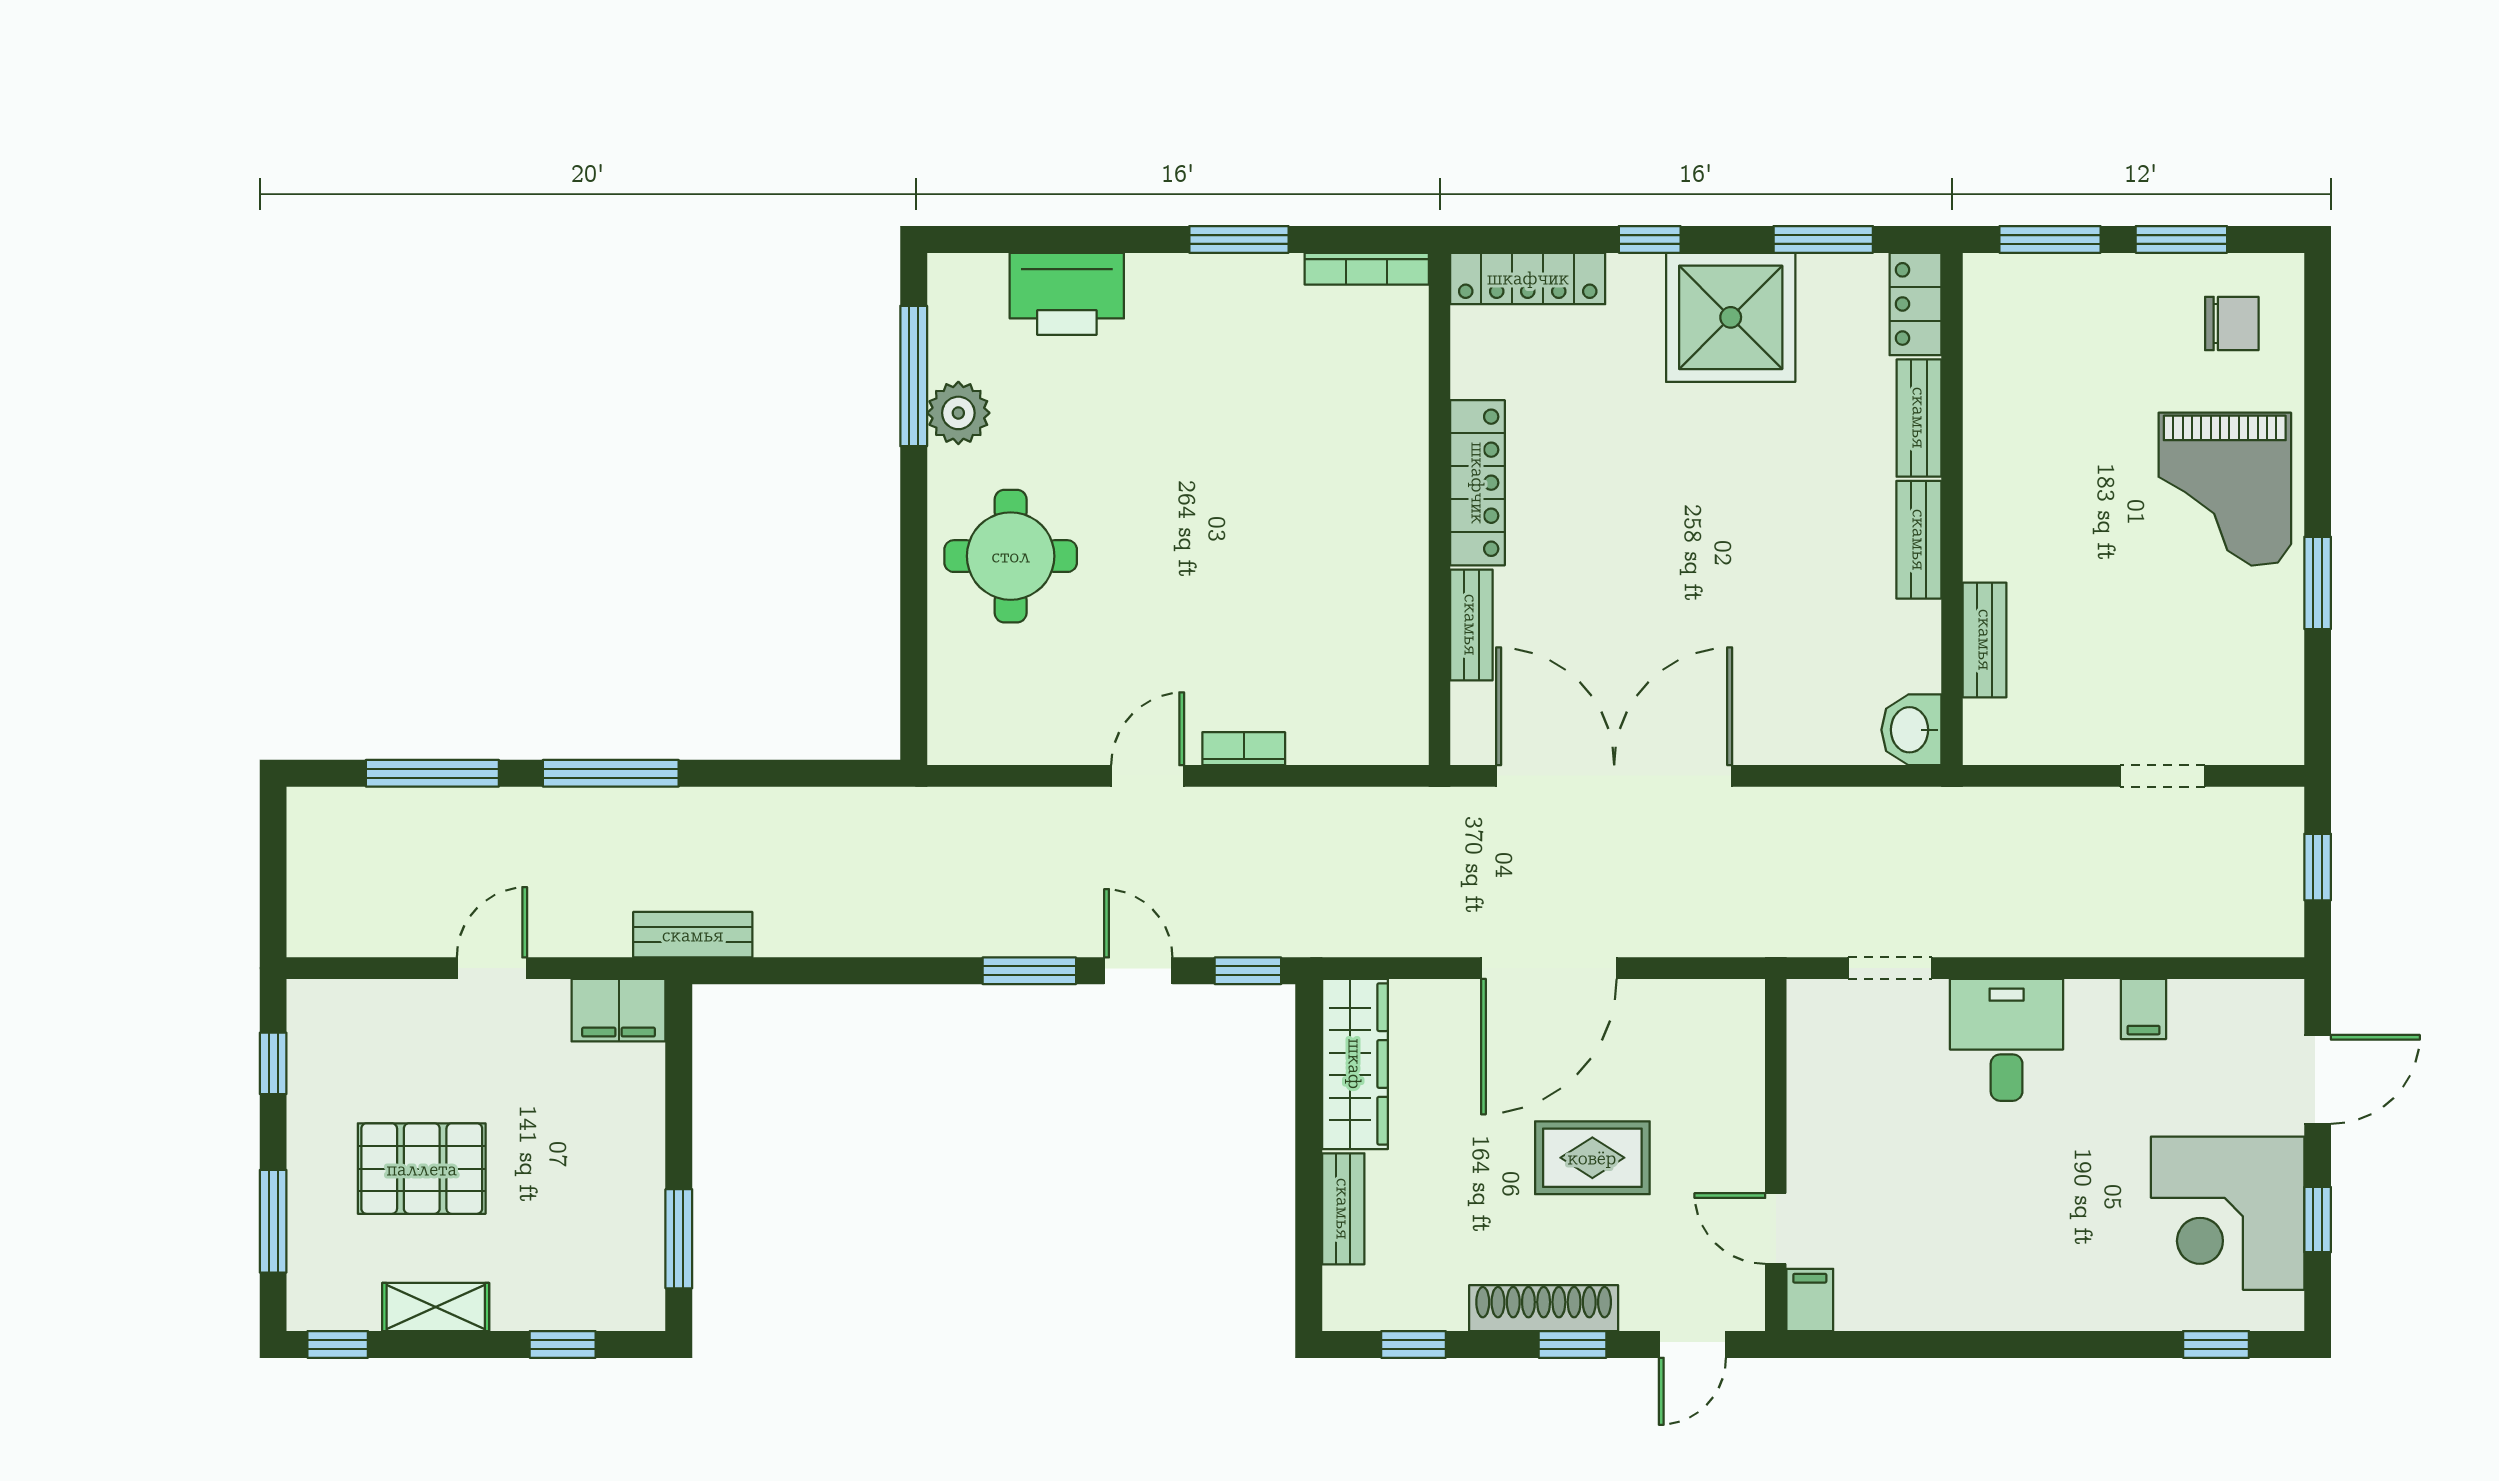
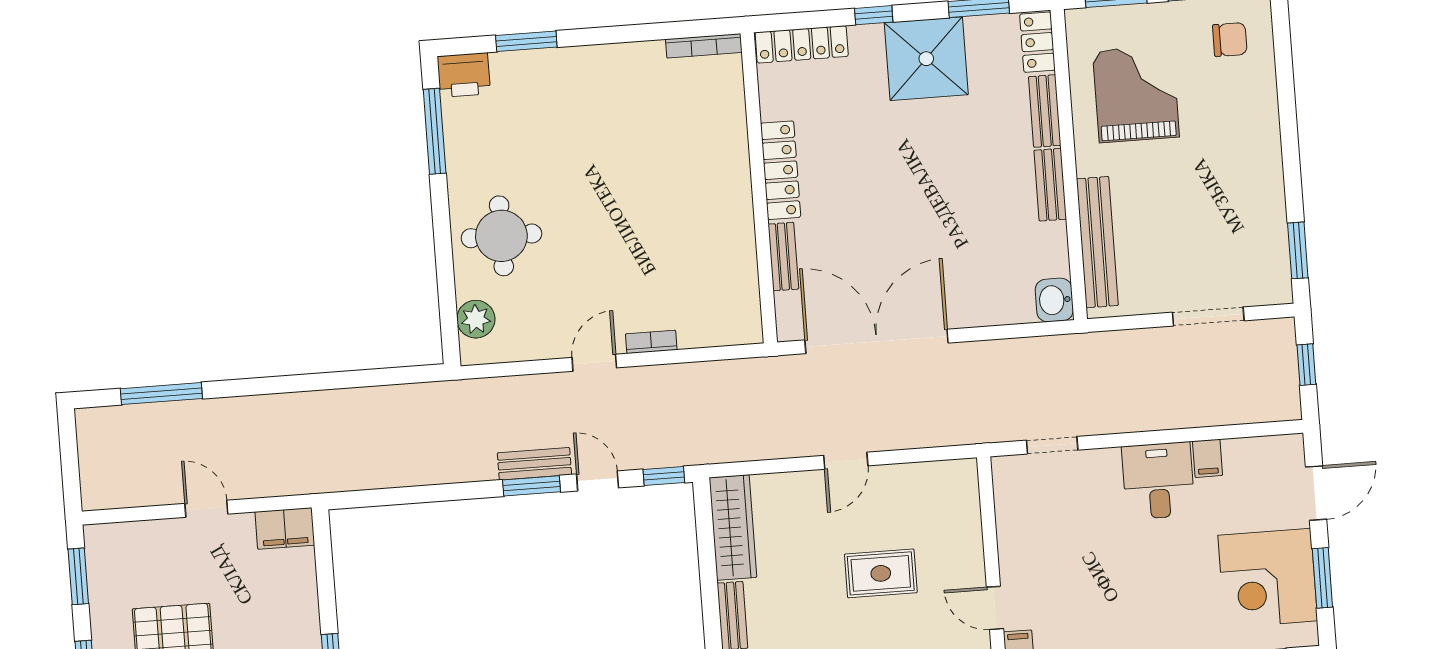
window: (1239, 239) -> (526, 41), moved
printer: (1067, 294) -> (464, 75), moved, width x0.73, depth x0.84
plant: (958, 413) -> (476, 319), moved
grand piano: (2225, 489) -> (1136, 94), moved, turned 180
window: (2318, 583) -> (1298, 250), moved
bench: (1985, 640) -> (1097, 242), width x1.86, depth x1.21
window: (611, 773) -> (269, 385), removed
doorway: (2162, 776) -> (1208, 316), width x1.38
bench: (693, 935) -> (534, 464), moved
door: (492, 968) -> (206, 509), hinge flipped
door: (1549, 968) -> (846, 461), width x0.53
desk: (2007, 1040) -> (1158, 481), moved
window: (273, 1063) -> (78, 576), width x1.50
window: (2318, 1220) -> (1322, 578), width x1.50

